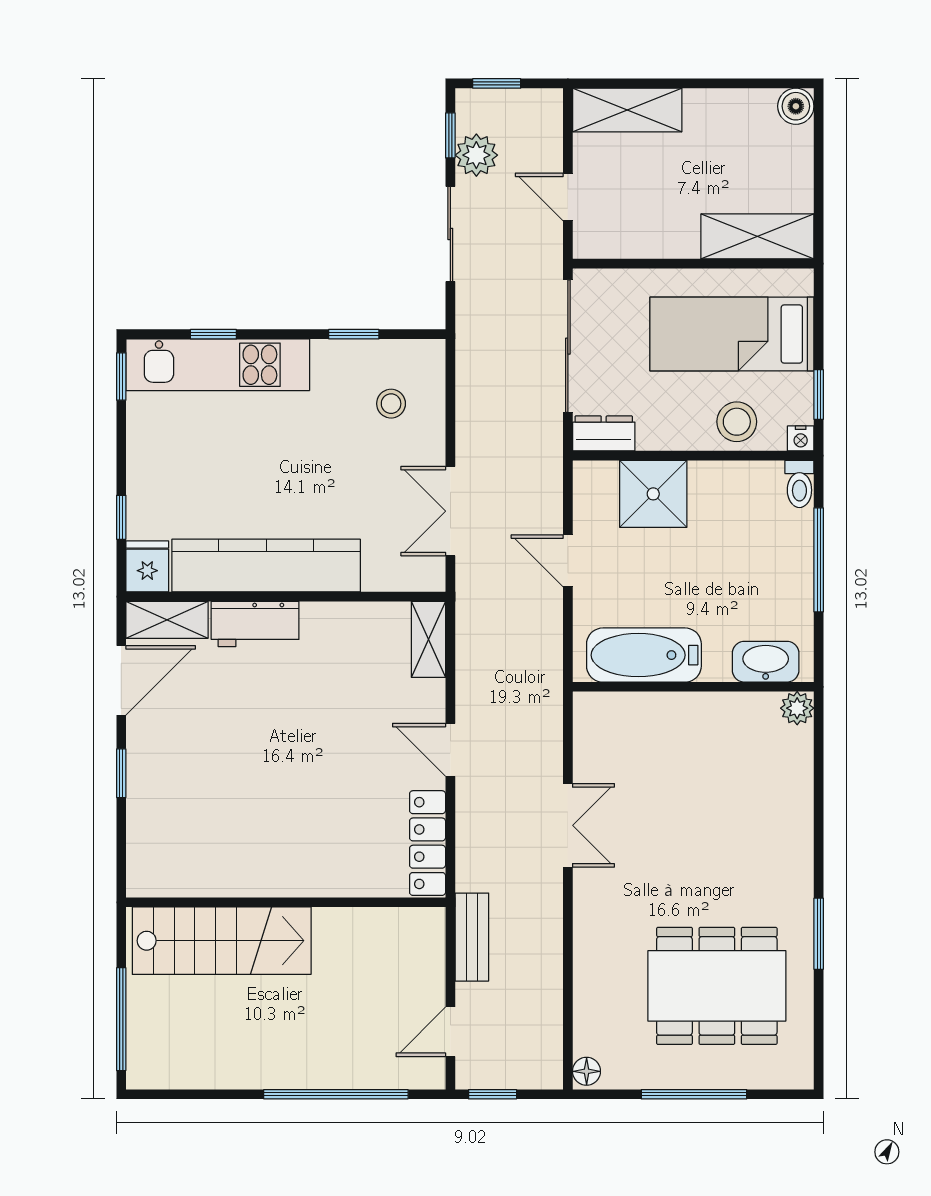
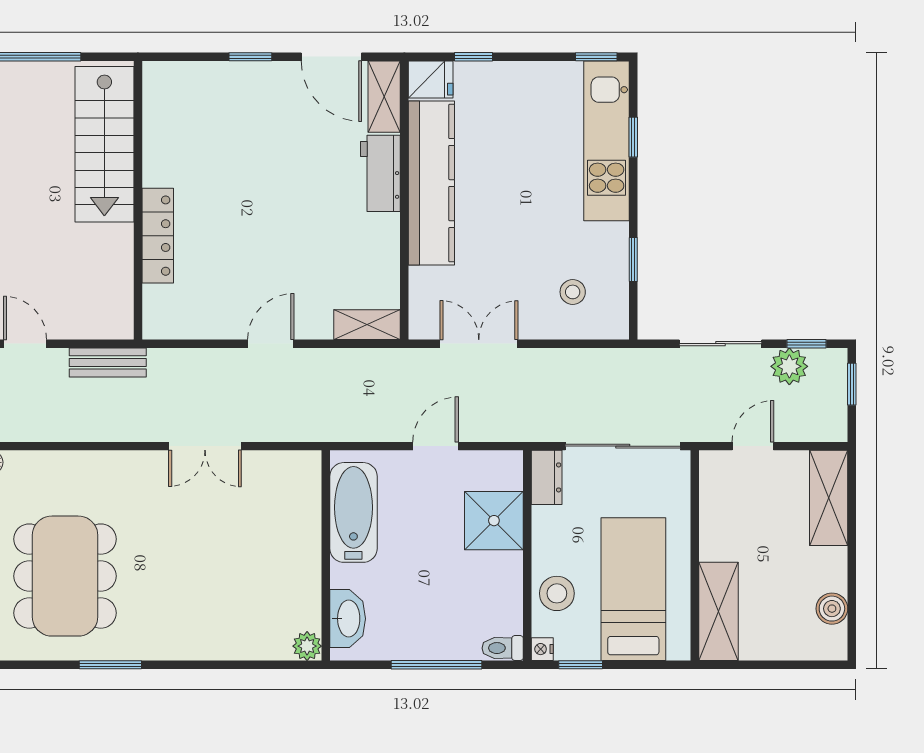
boiler: (796, 106) -> (832, 609), moved
locker: (428, 843) -> (158, 236), moved, turned 90

